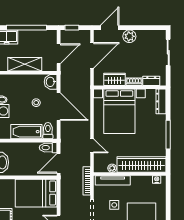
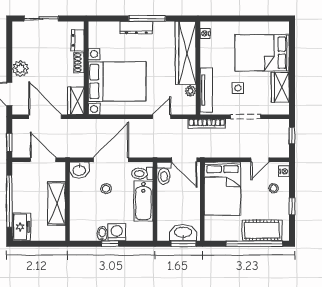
wardrobe: (115, 79) -> (76, 101), moved
dresser: (161, 101) -> (136, 28), moved

